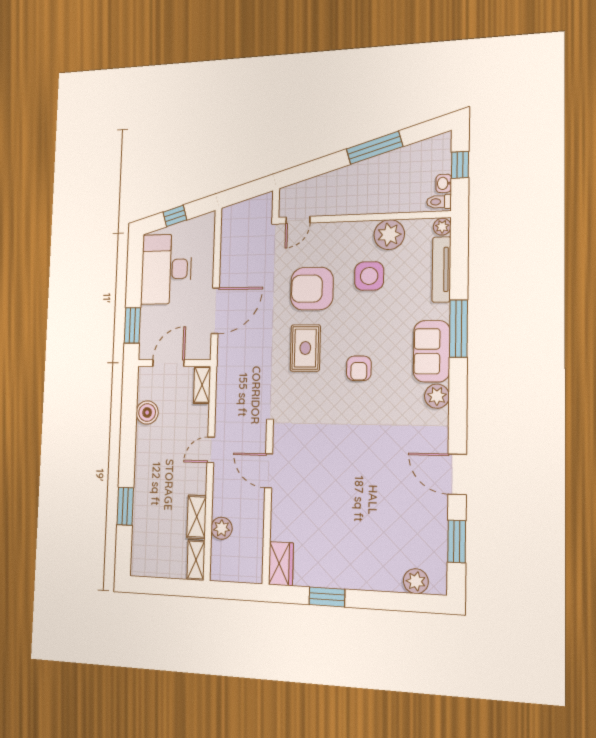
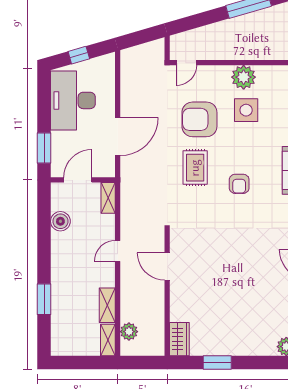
plant: (389, 235) -> (244, 77), moved
plant: (222, 528) -> (129, 332), moved

